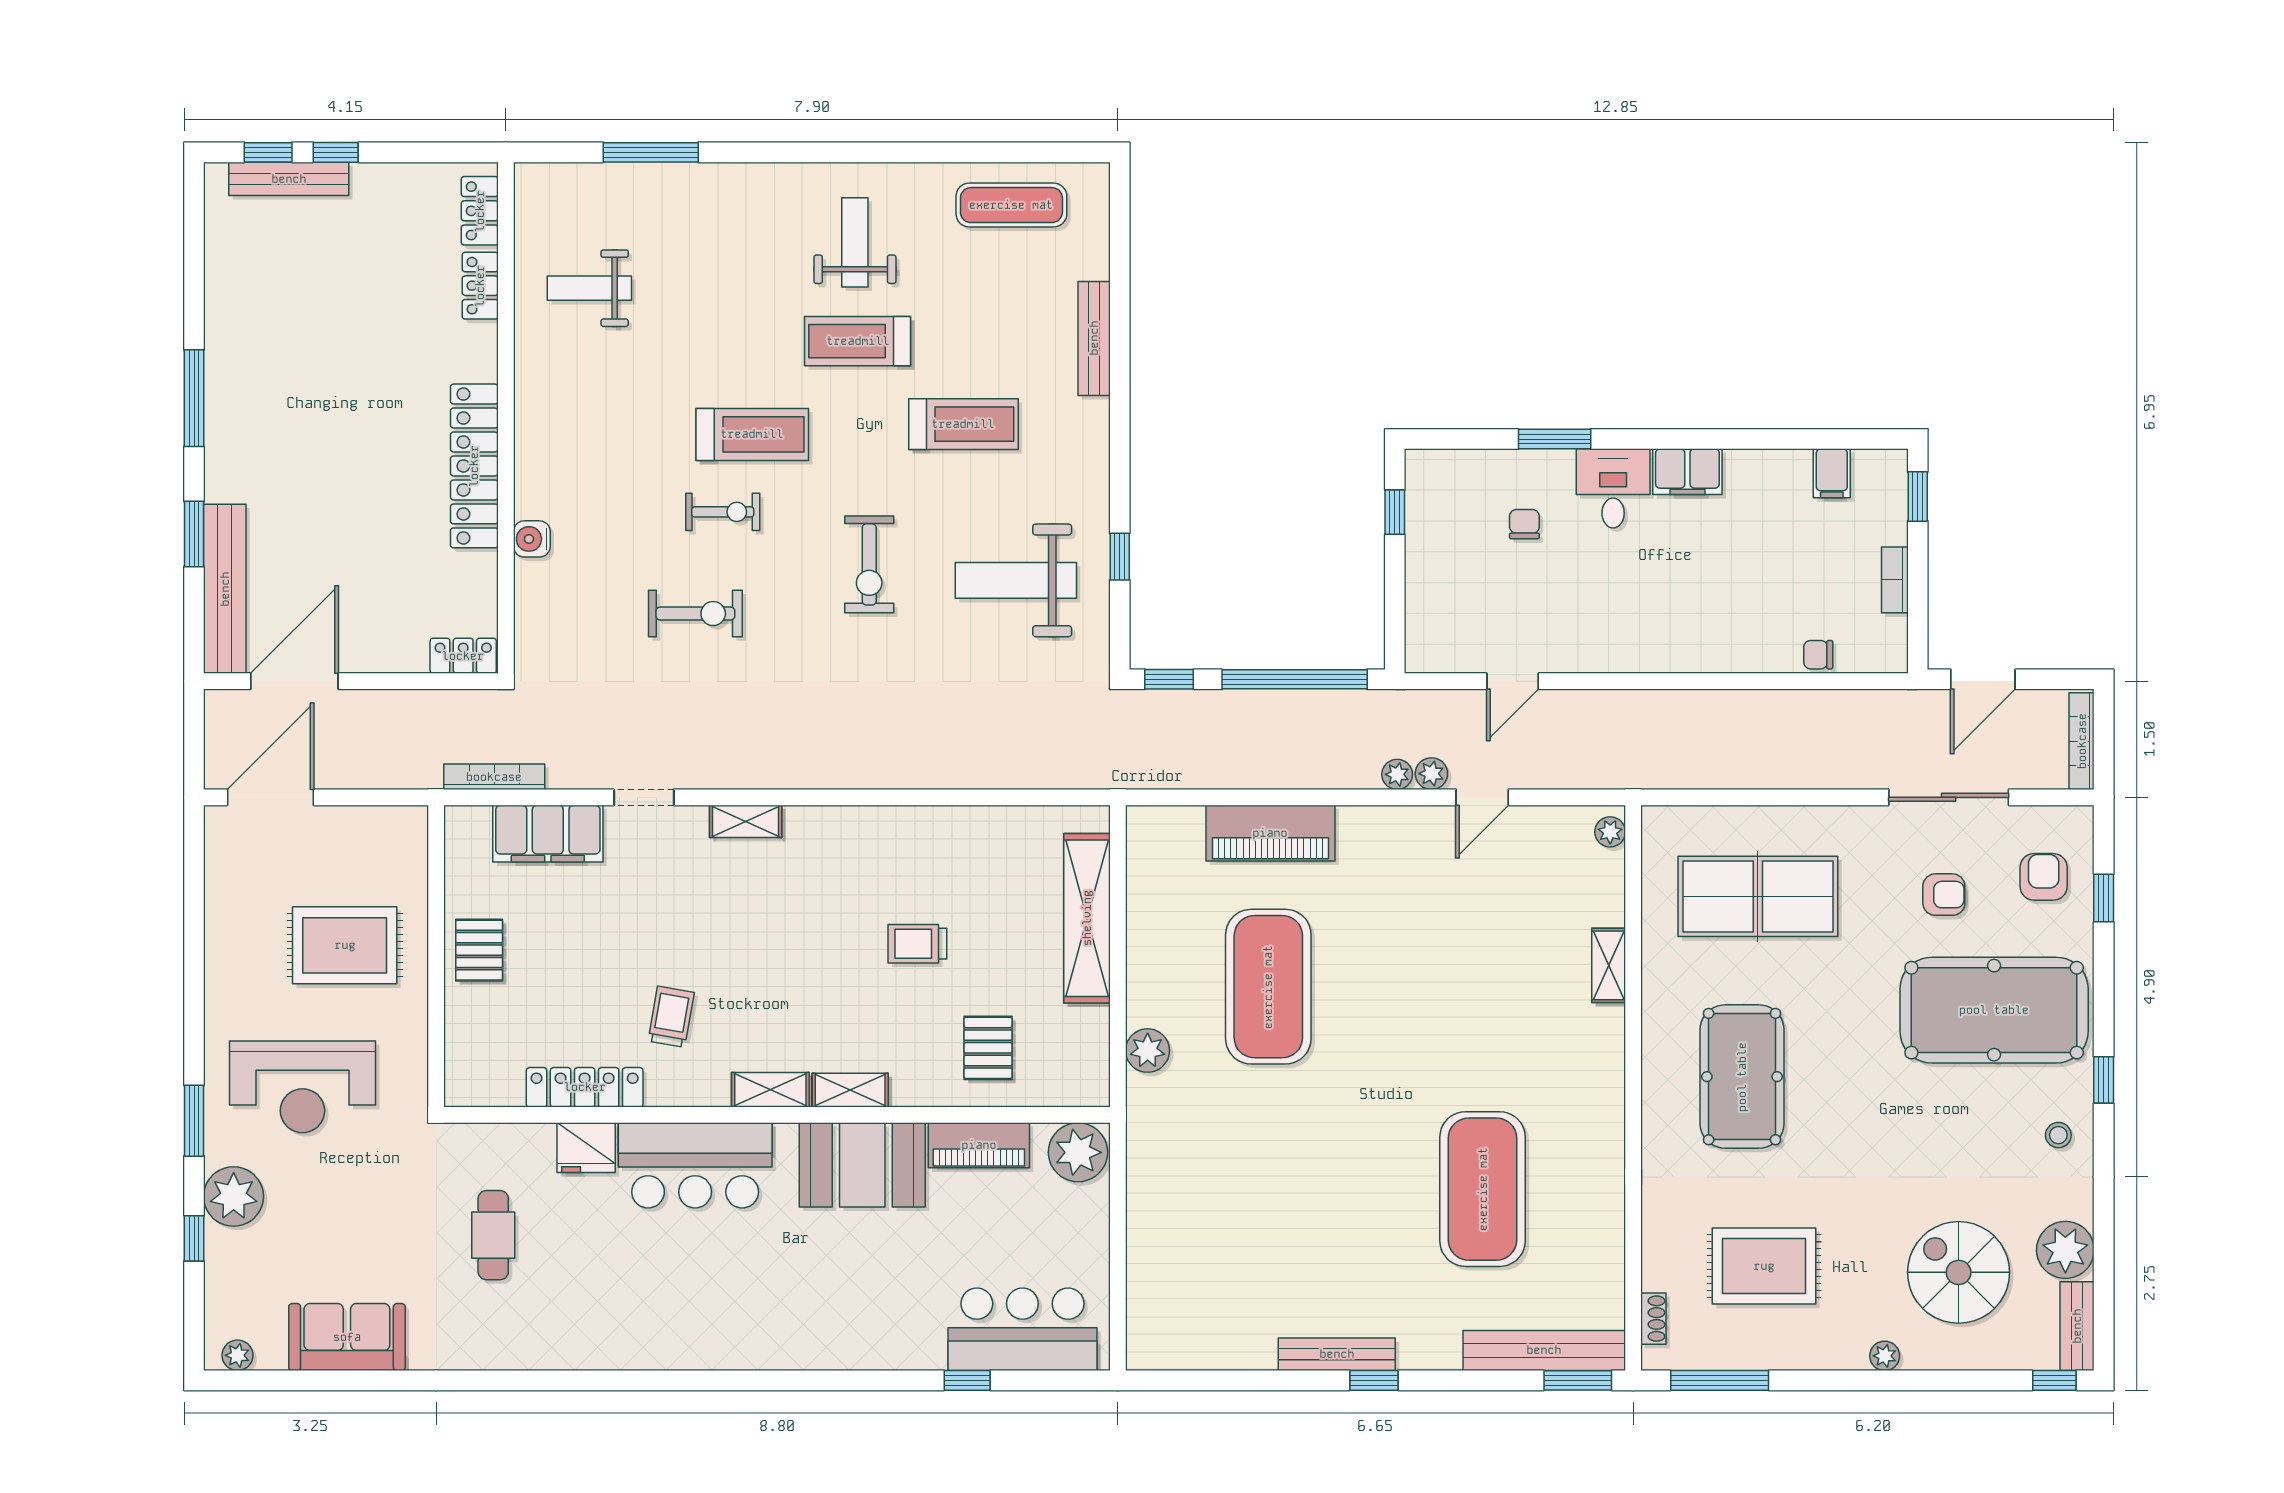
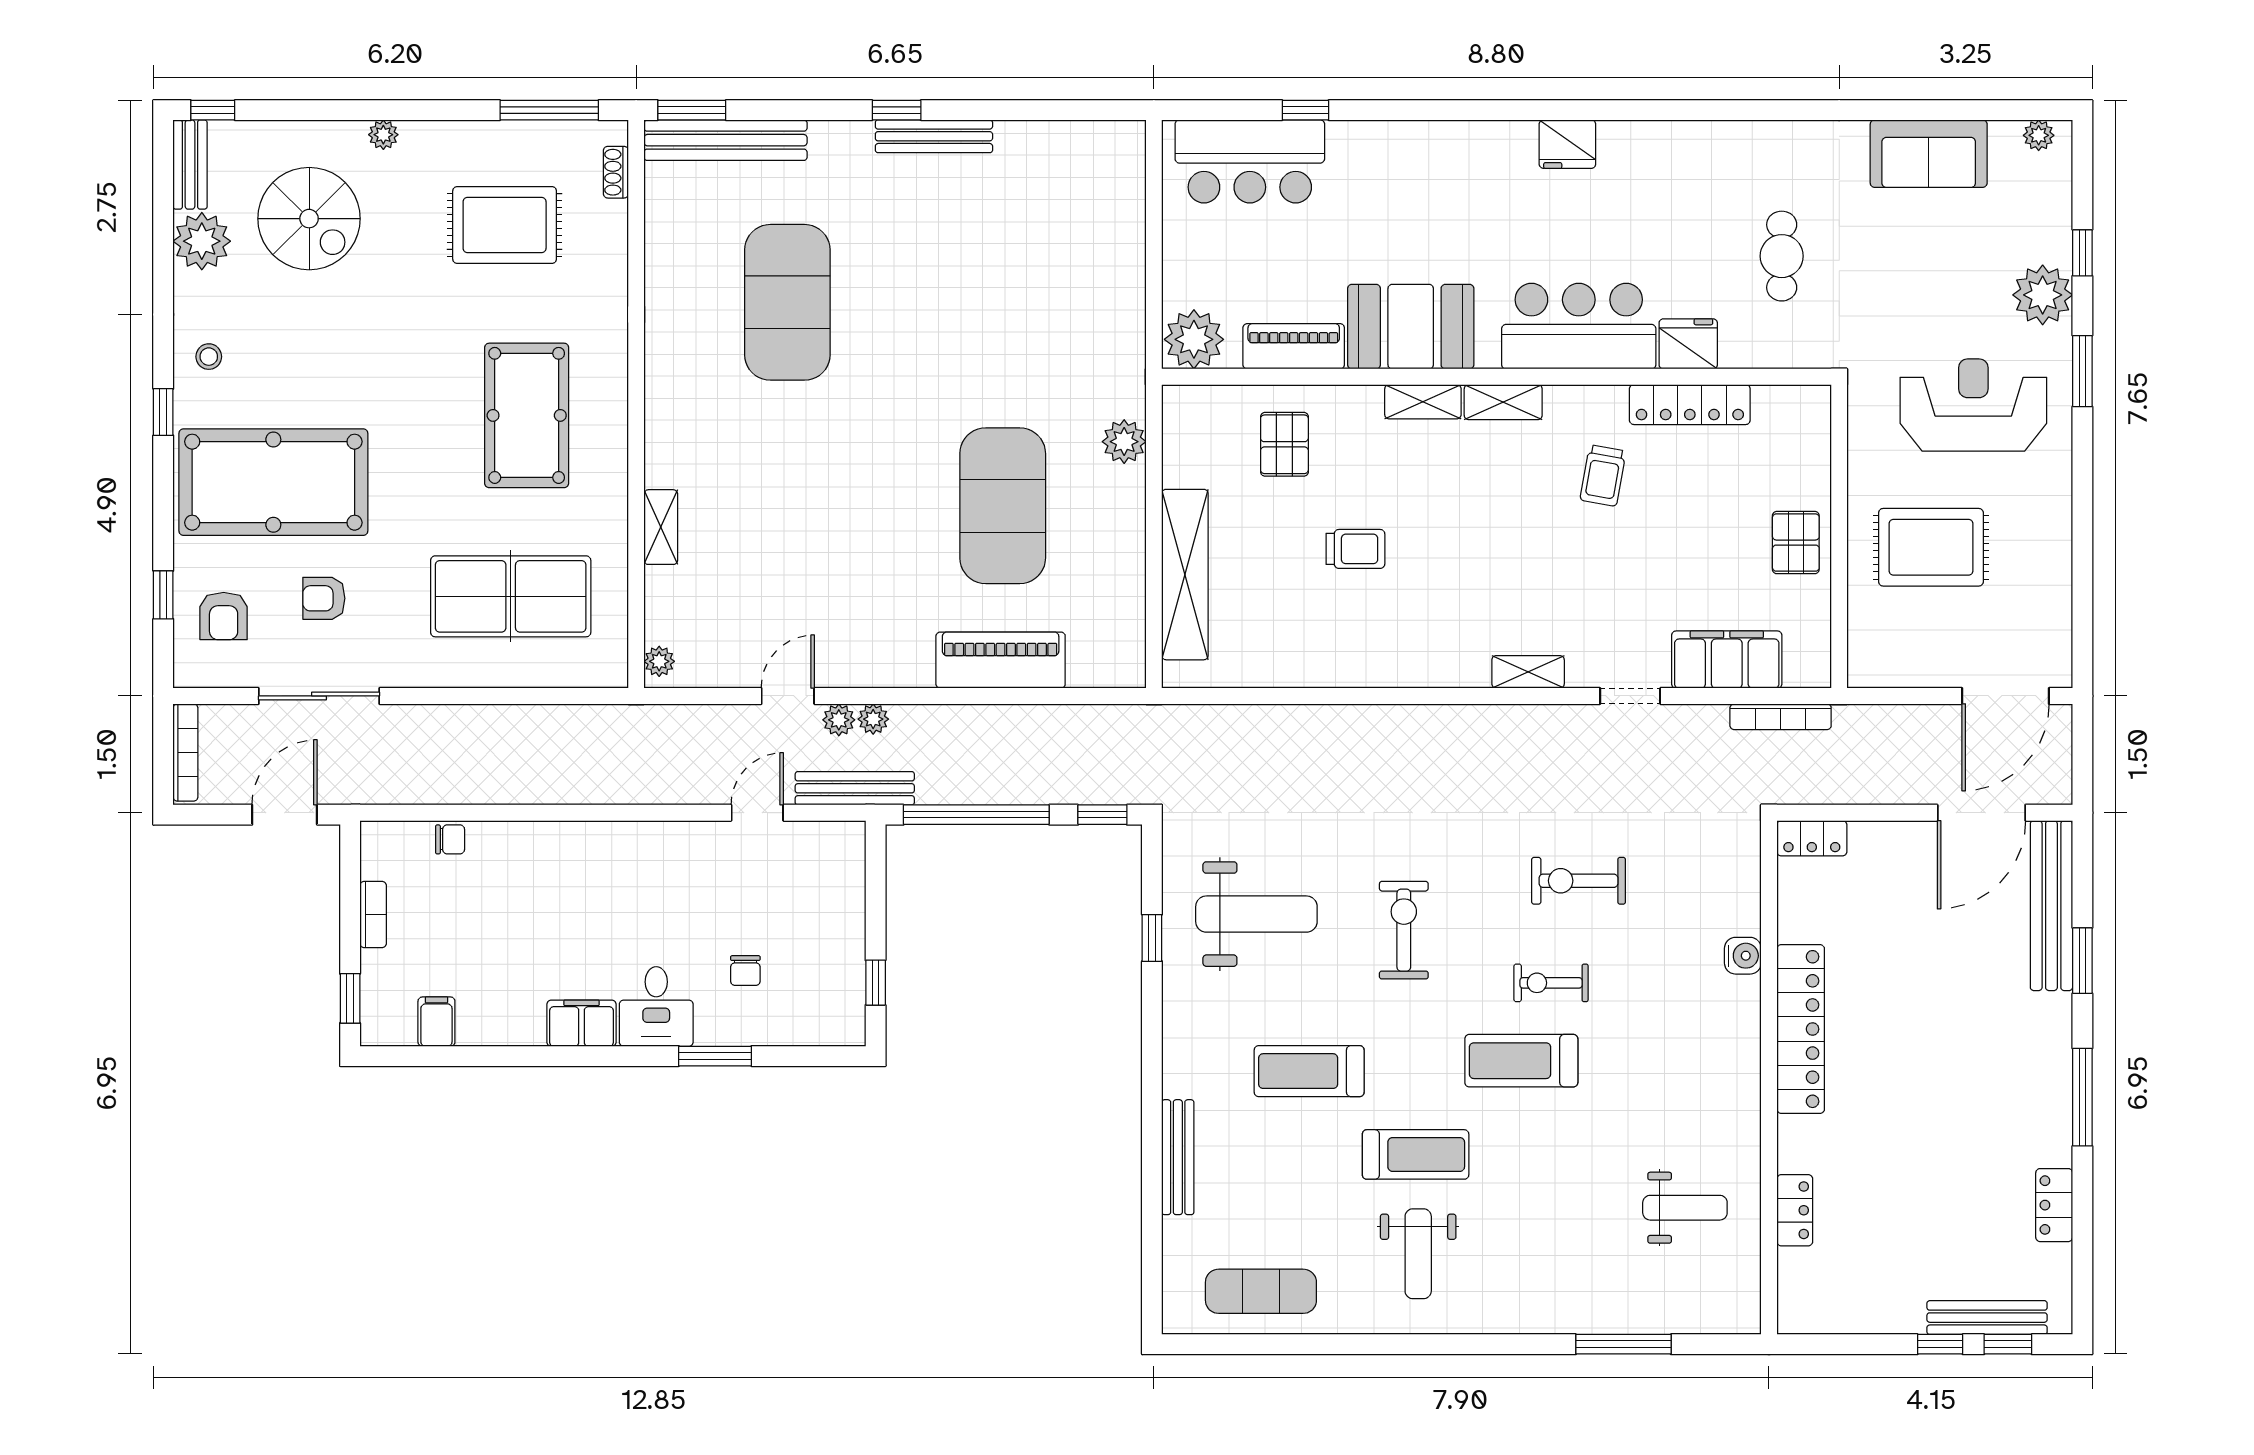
locker: (480, 211) -> (2054, 1205), moved, turned 180
bench: (1416, 706) -> (855, 788), added
fridge: (706, 1346) -> (1567, 144), added

